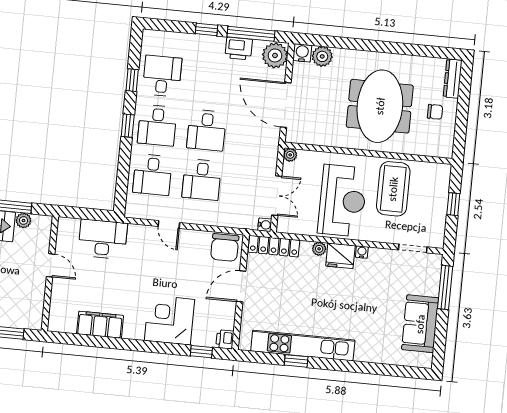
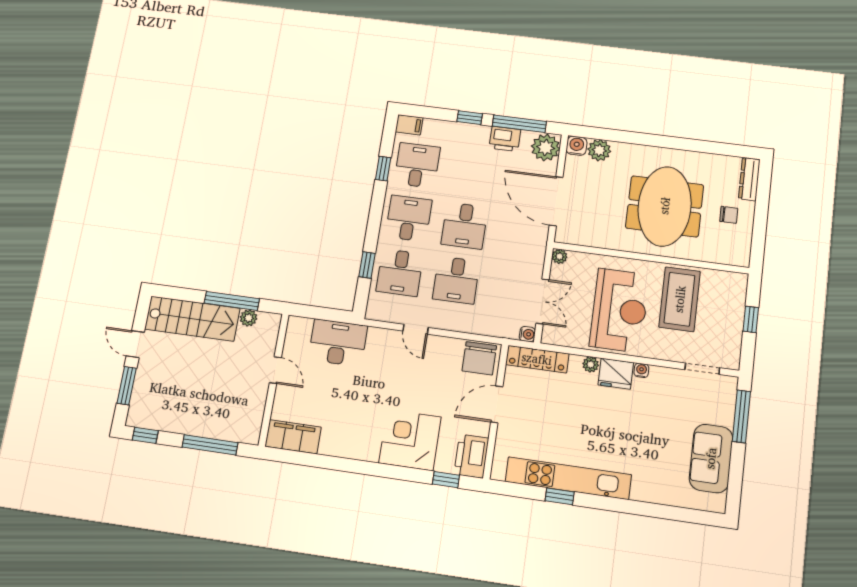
filing cabinet: (153, 38) -> (409, 125), added
desk: (157, 125) -> (409, 218), turned 180
window: (128, 126) -> (367, 265), moved
filing cabinet: (100, 325) -> (293, 437), moved
printer: (225, 339) -> (471, 456), width x1.87, depth x1.48

